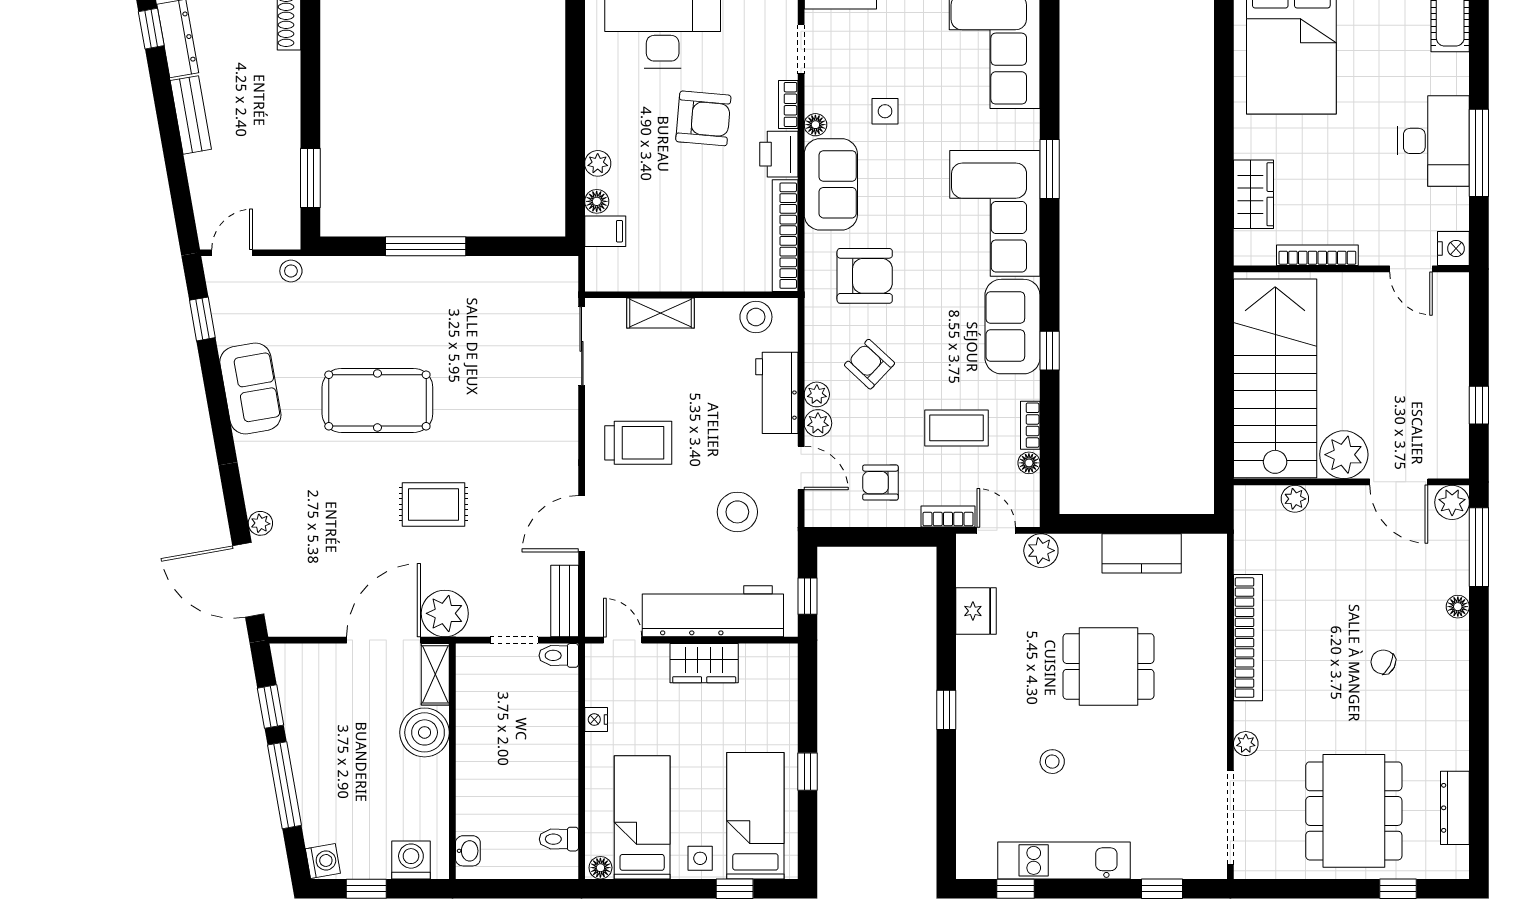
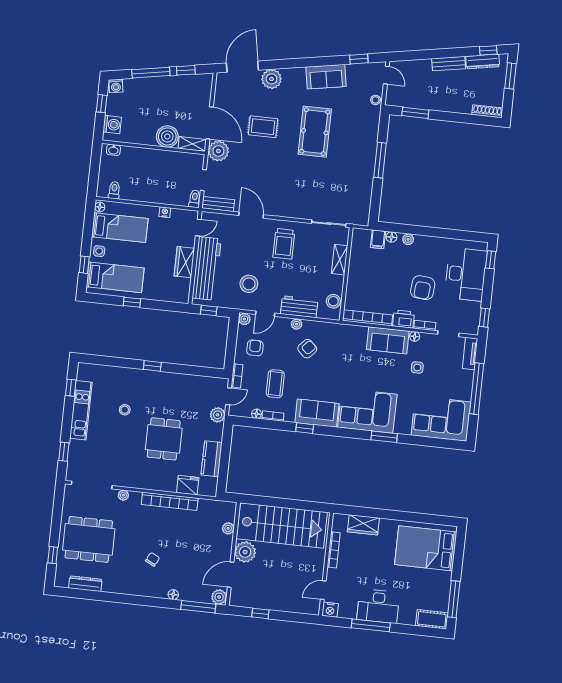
armchair: (865, 276) -> (346, 351), removed
plant: (818, 423) -> (244, 319), moved
rug: (433, 504) -> (263, 127), moved, turned 90
plant: (260, 523) -> (272, 79), width x1.88, depth x1.88
fridge: (976, 611) -> (188, 485), moved, turned 180

